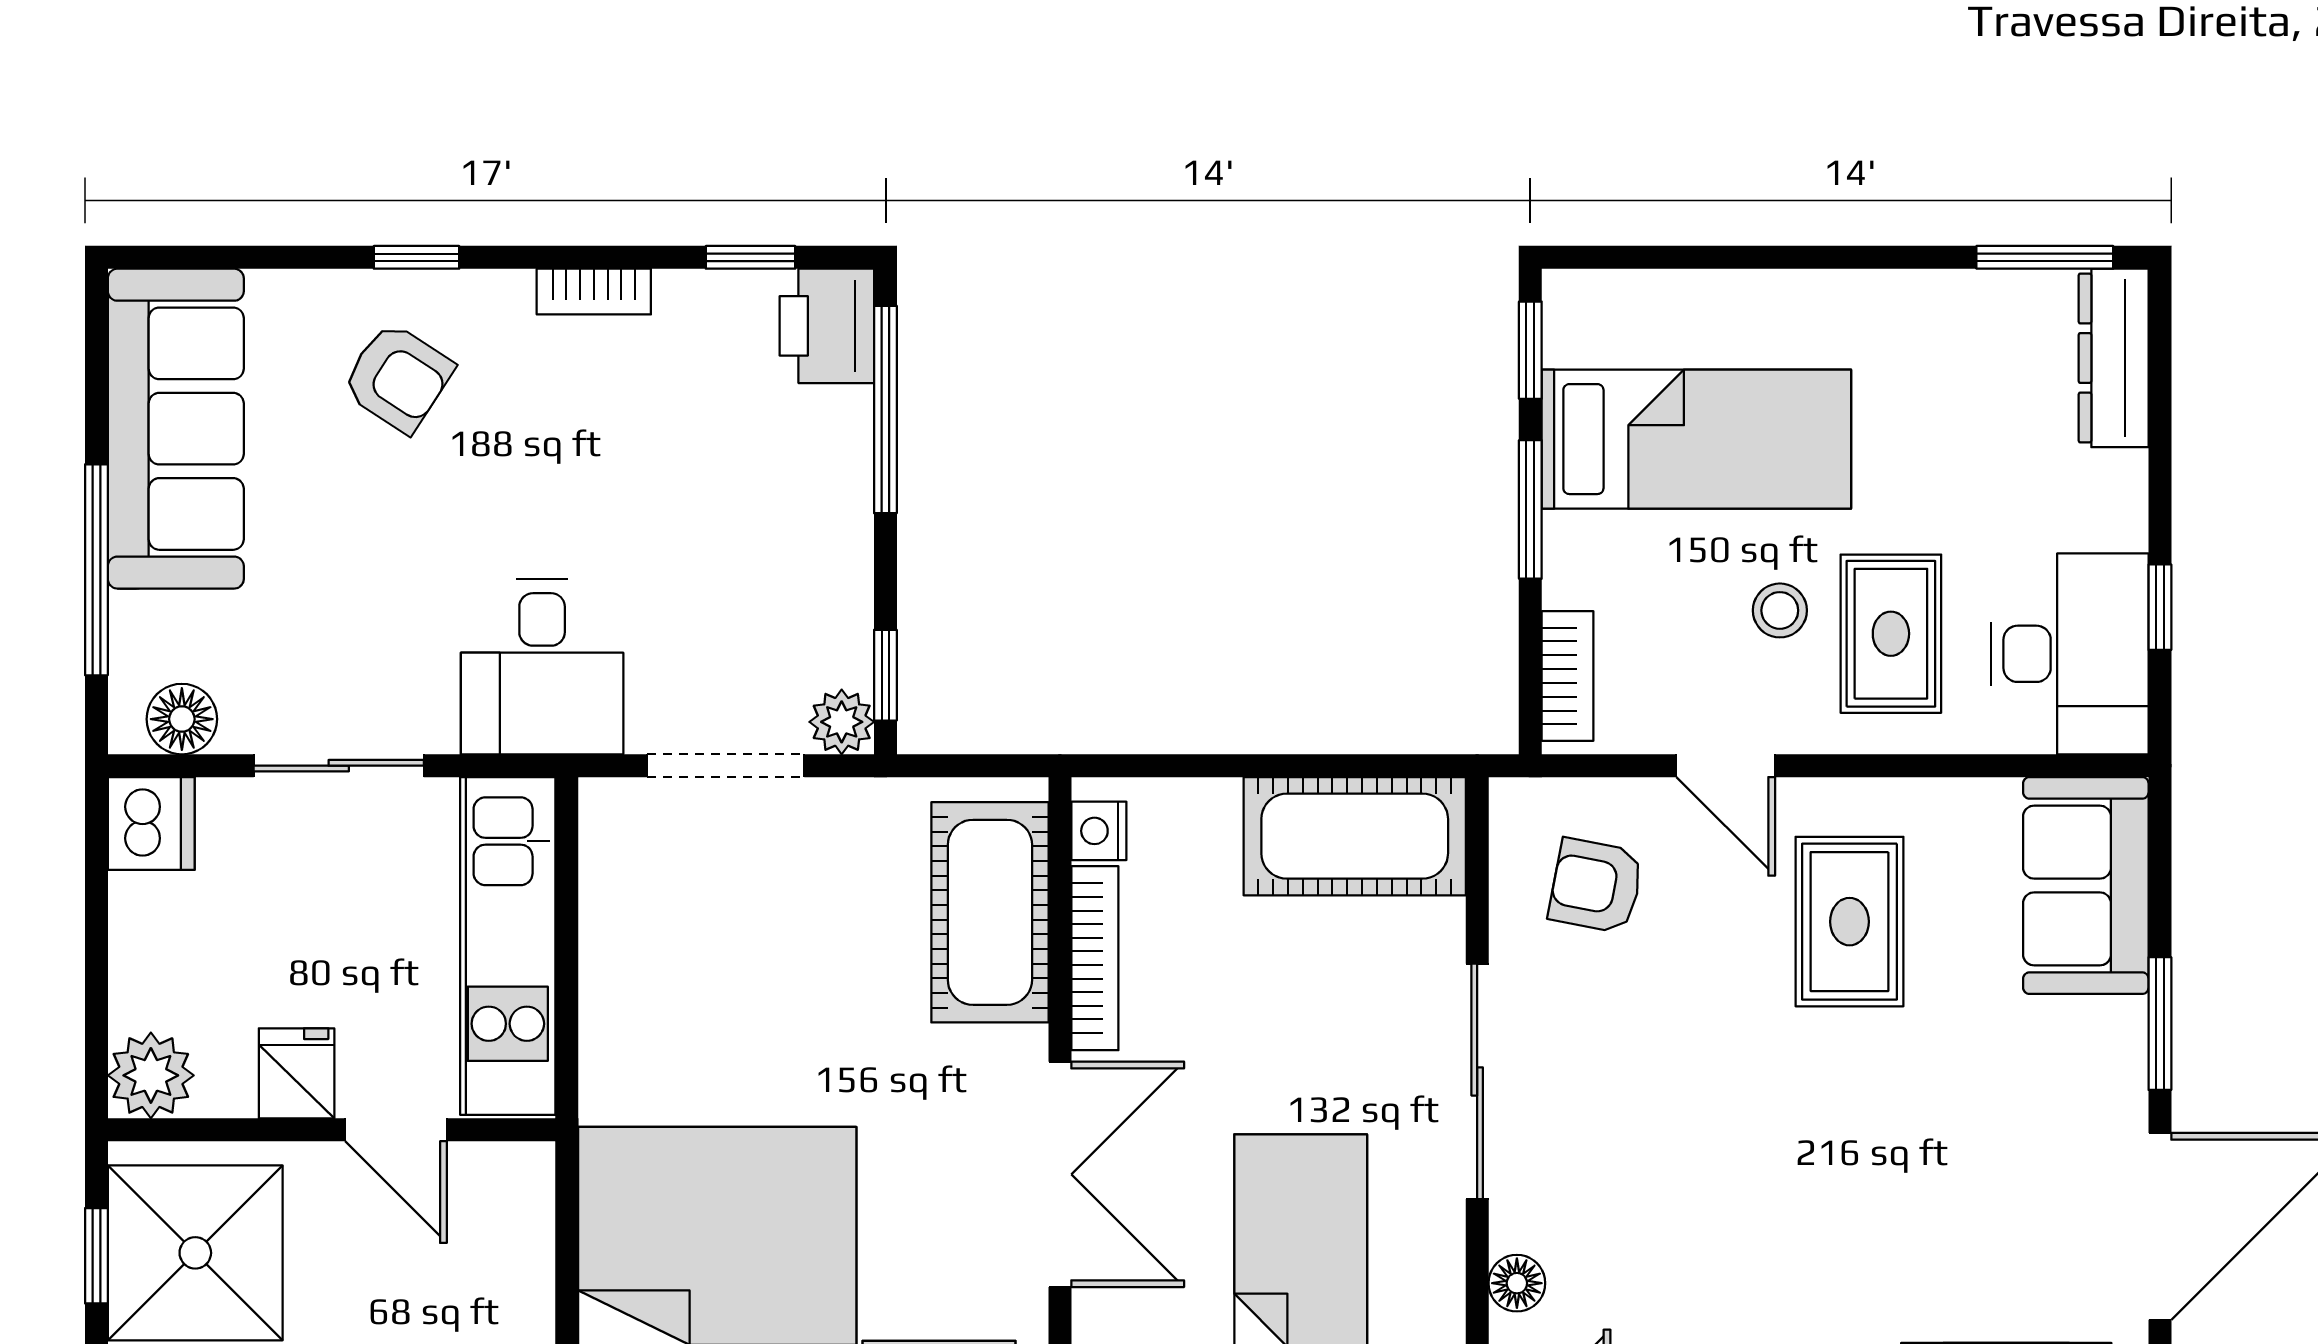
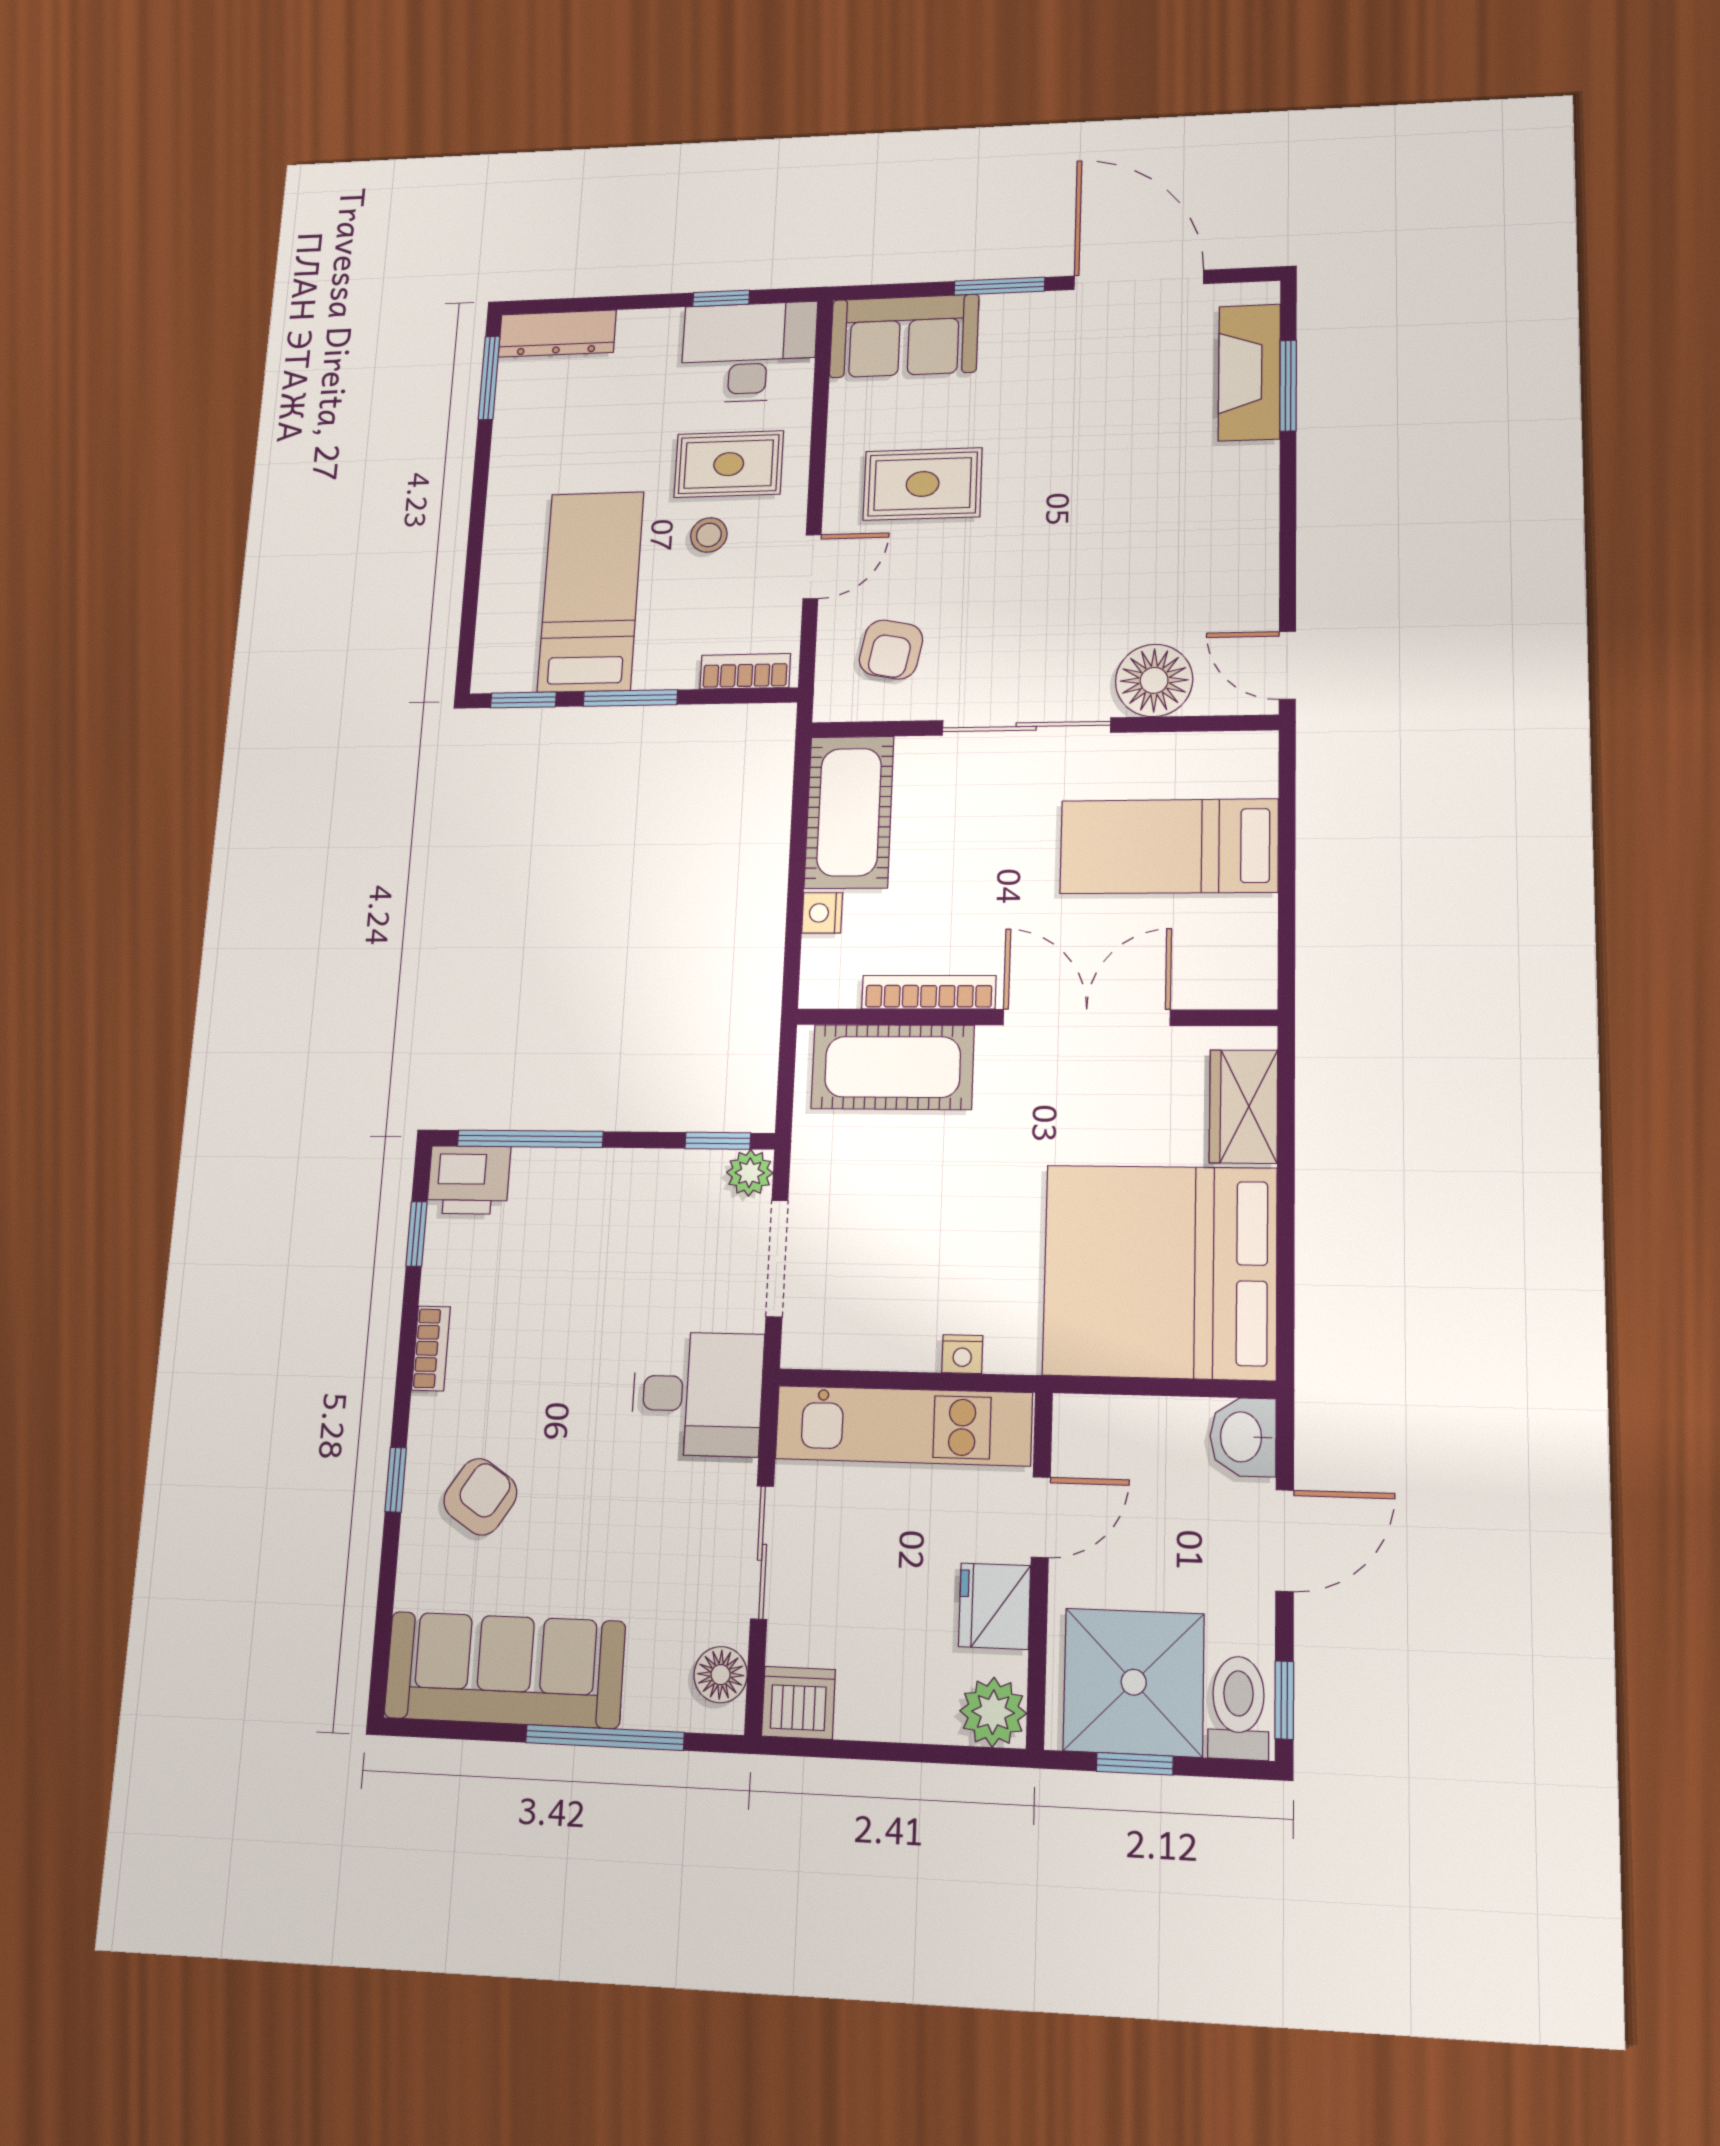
nightstand: (1099, 831) -> (822, 913), moved, turned 90
nightstand: (603, 1021) -> (962, 1354), added
fridge: (297, 1073) -> (995, 1606), width x1.38
floor lamp: (1517, 1283) -> (1154, 680), width x1.89, depth x1.89

